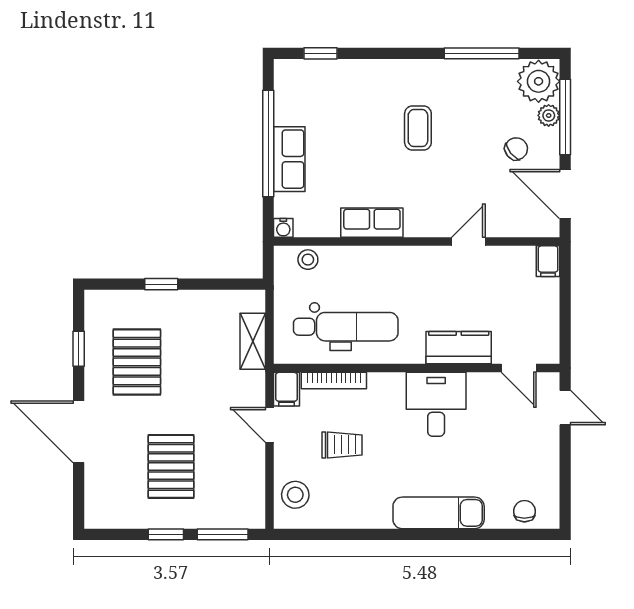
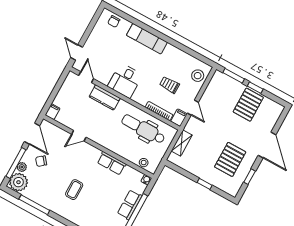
pallet: (171, 466) -> (248, 105), moved

